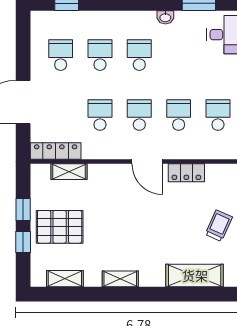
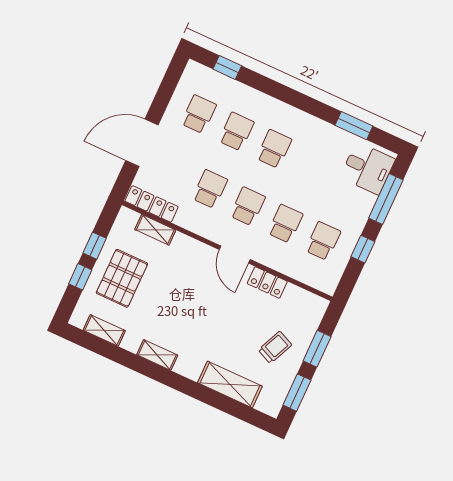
washbasin: (165, 17) -> (316, 124), removed
pallet: (60, 227) -> (122, 278), turned 90

